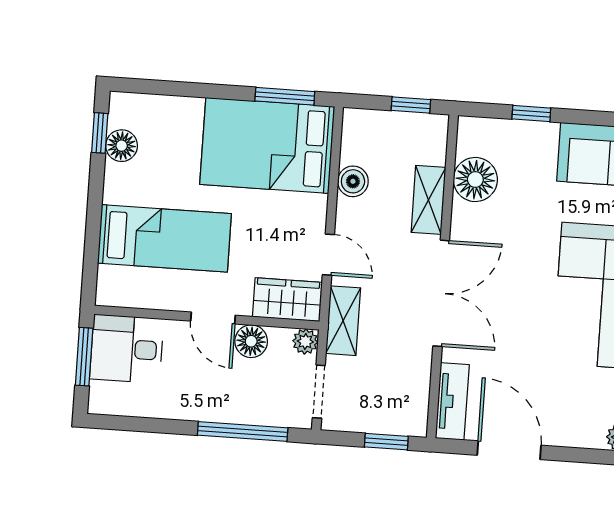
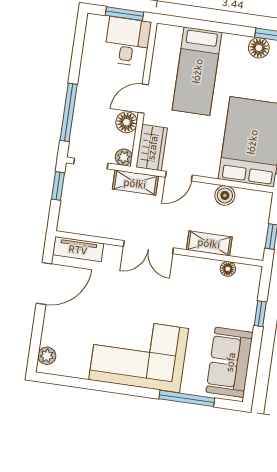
floor lamp: (475, 180) -> (228, 269), width x0.53, depth x0.53
double door: (441, 293) -> (148, 247), width x0.73
window: (386, 442) -> (58, 186), moved

